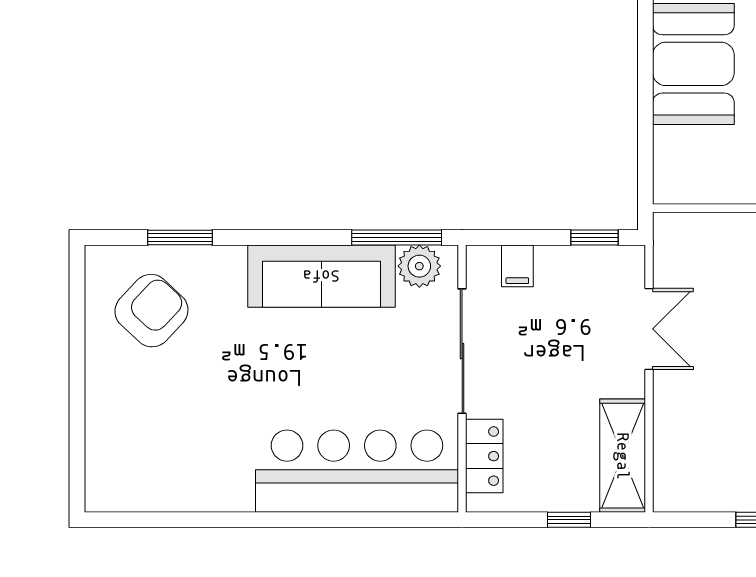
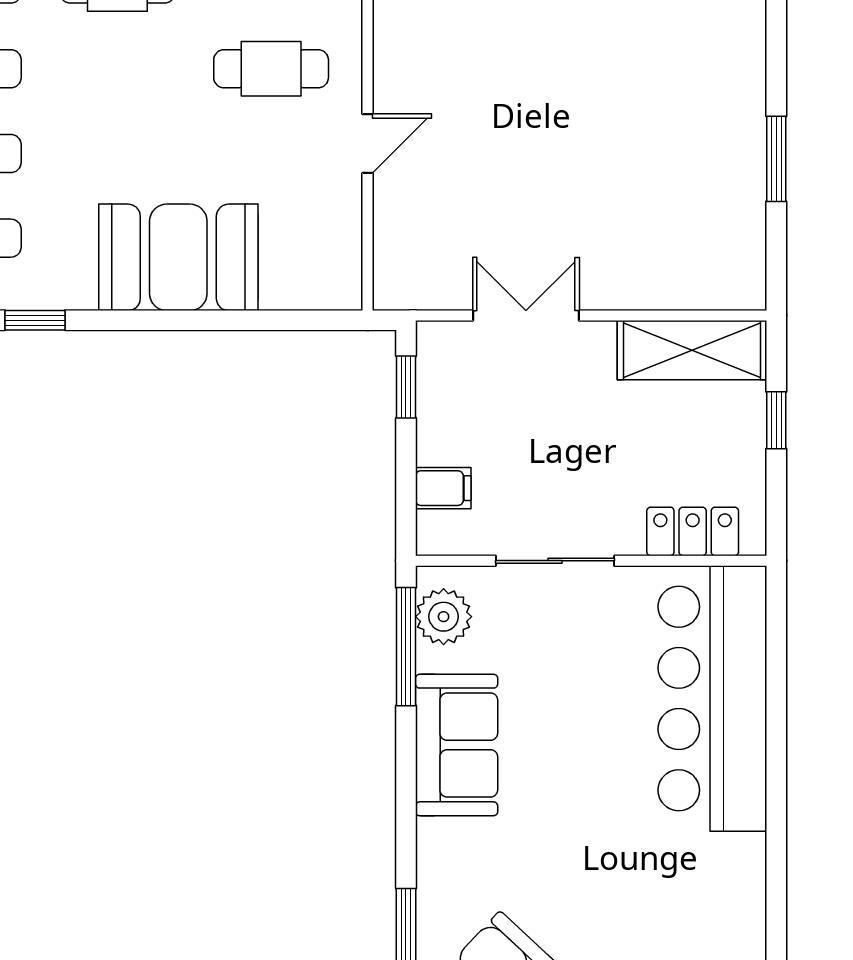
sofa: (321, 276) -> (457, 745), width x0.73
sliding door: (462, 351) -> (555, 561), width x0.73

